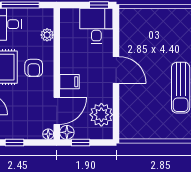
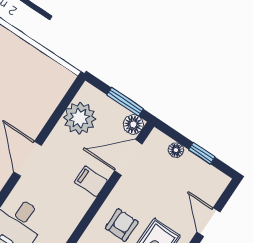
floor lamp: (48, 134) -> (176, 150), moved
window: (81, 143) -> (125, 102), width x1.50

